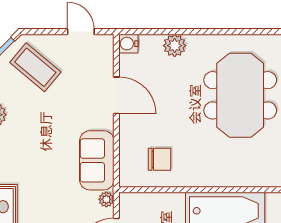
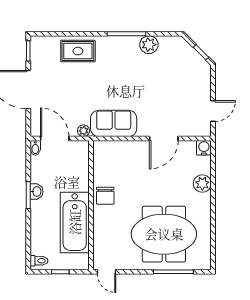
coffee table: (35, 67) -> (186, 76), removed
chair: (159, 159) -> (105, 196), moved

